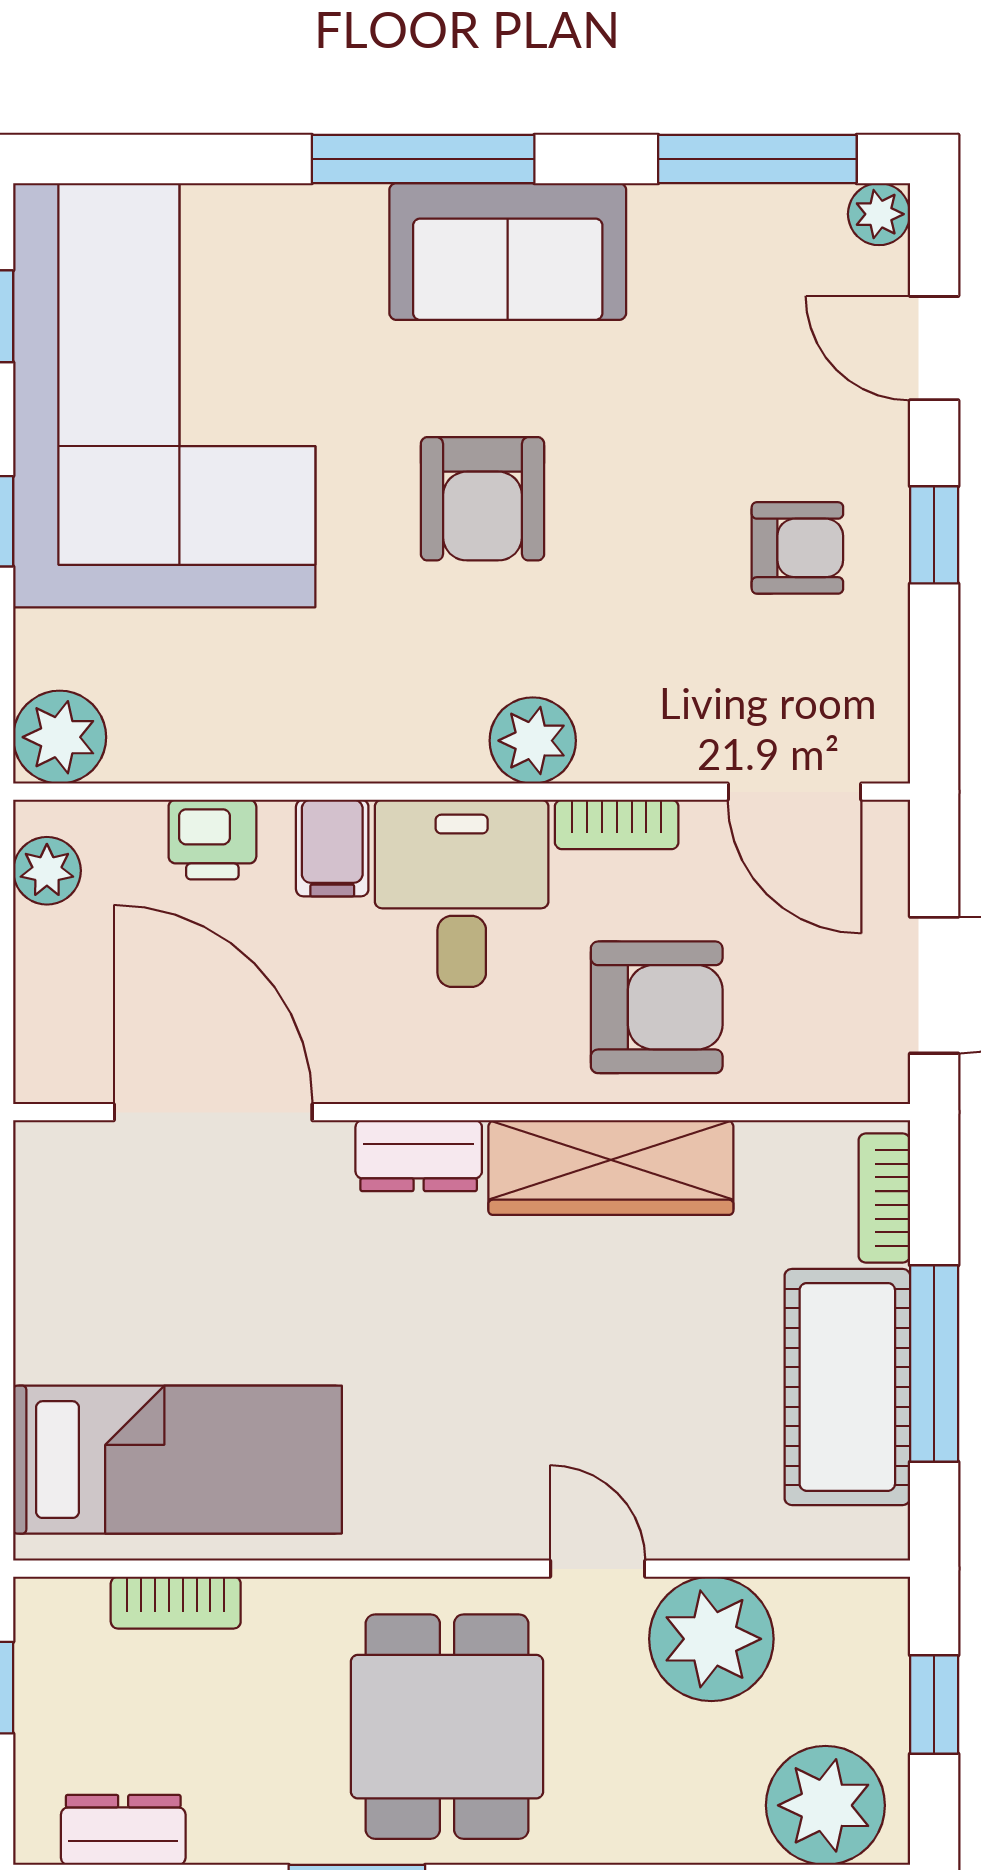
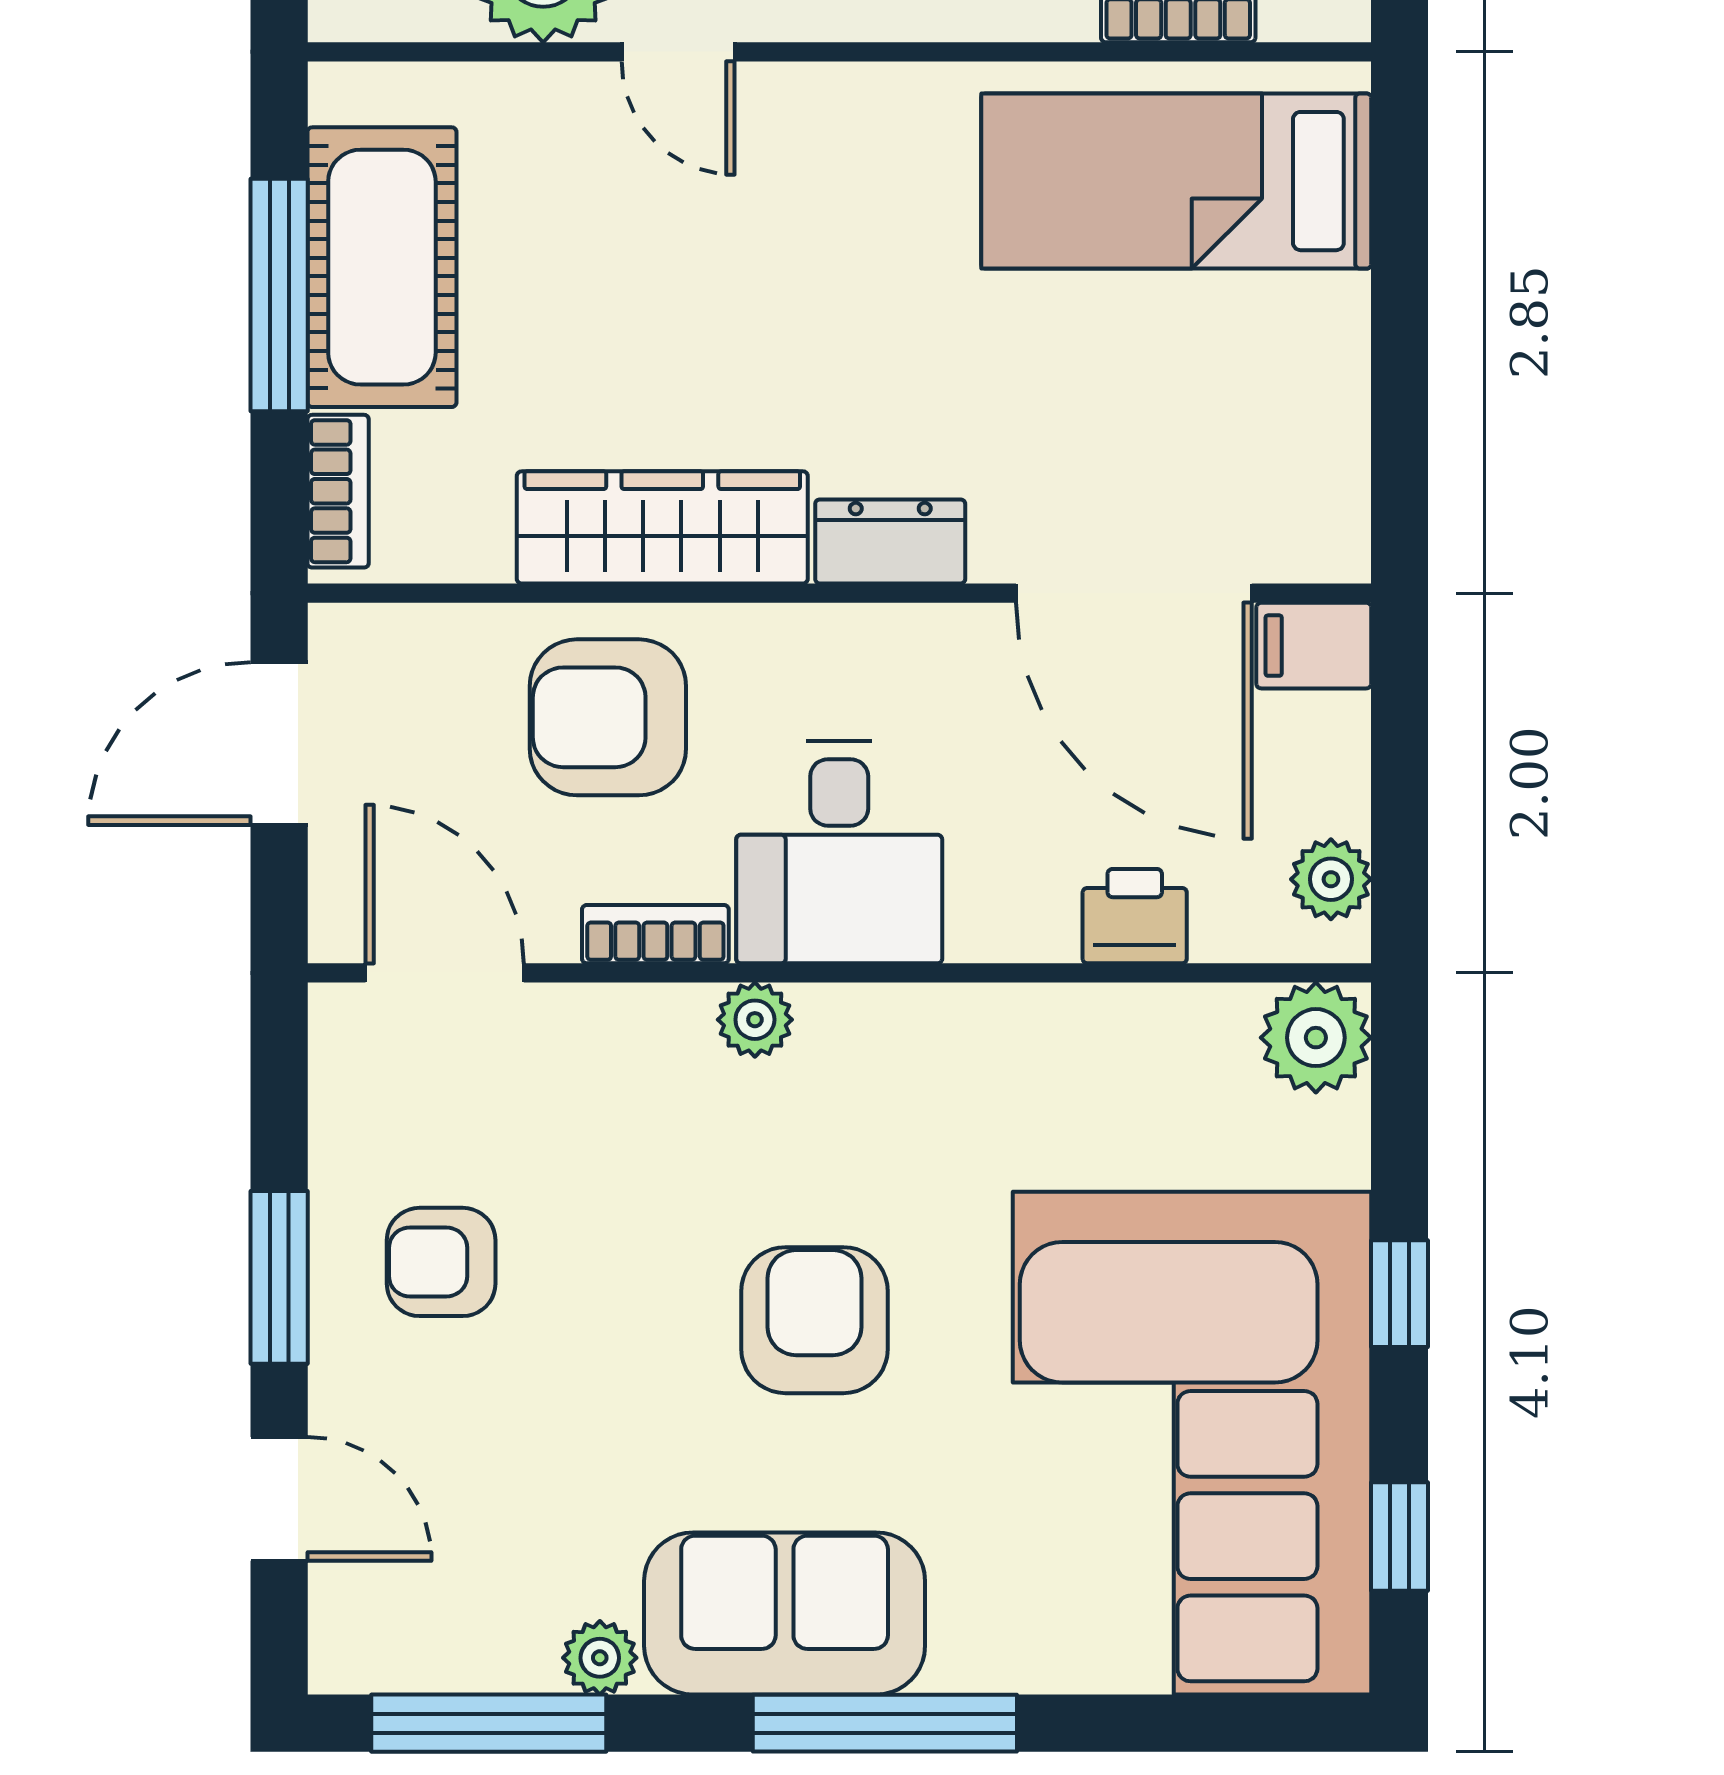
plant: (879, 214) -> (600, 1658), moved
window: (934, 535) -> (279, 1277), width x1.50
plant: (533, 741) -> (755, 1020), width x0.73, depth x0.73
filing cabinet: (332, 848) -> (1314, 646), moved, turned -90

